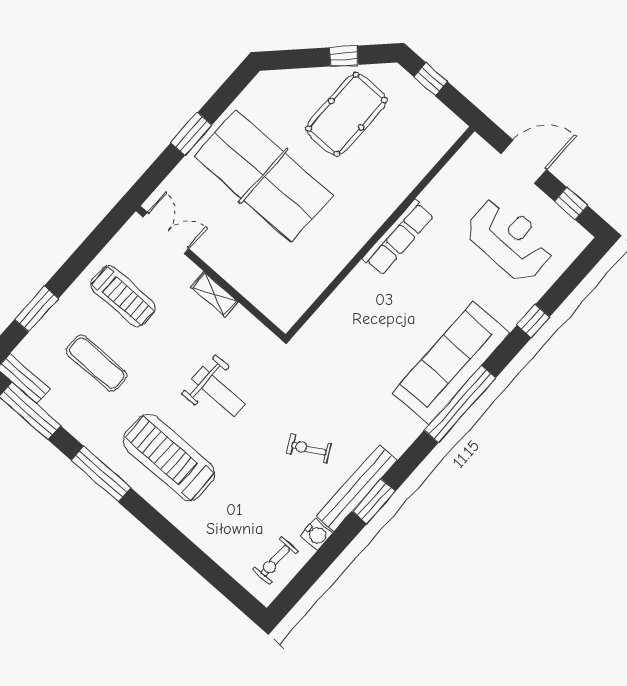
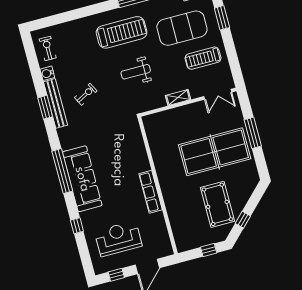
window: (191, 134) -> (253, 133), width x1.44
reception desk: (510, 239) -> (118, 239), turned 180
exercise mat: (97, 363) -> (182, 28), width x2.00, depth x1.45

